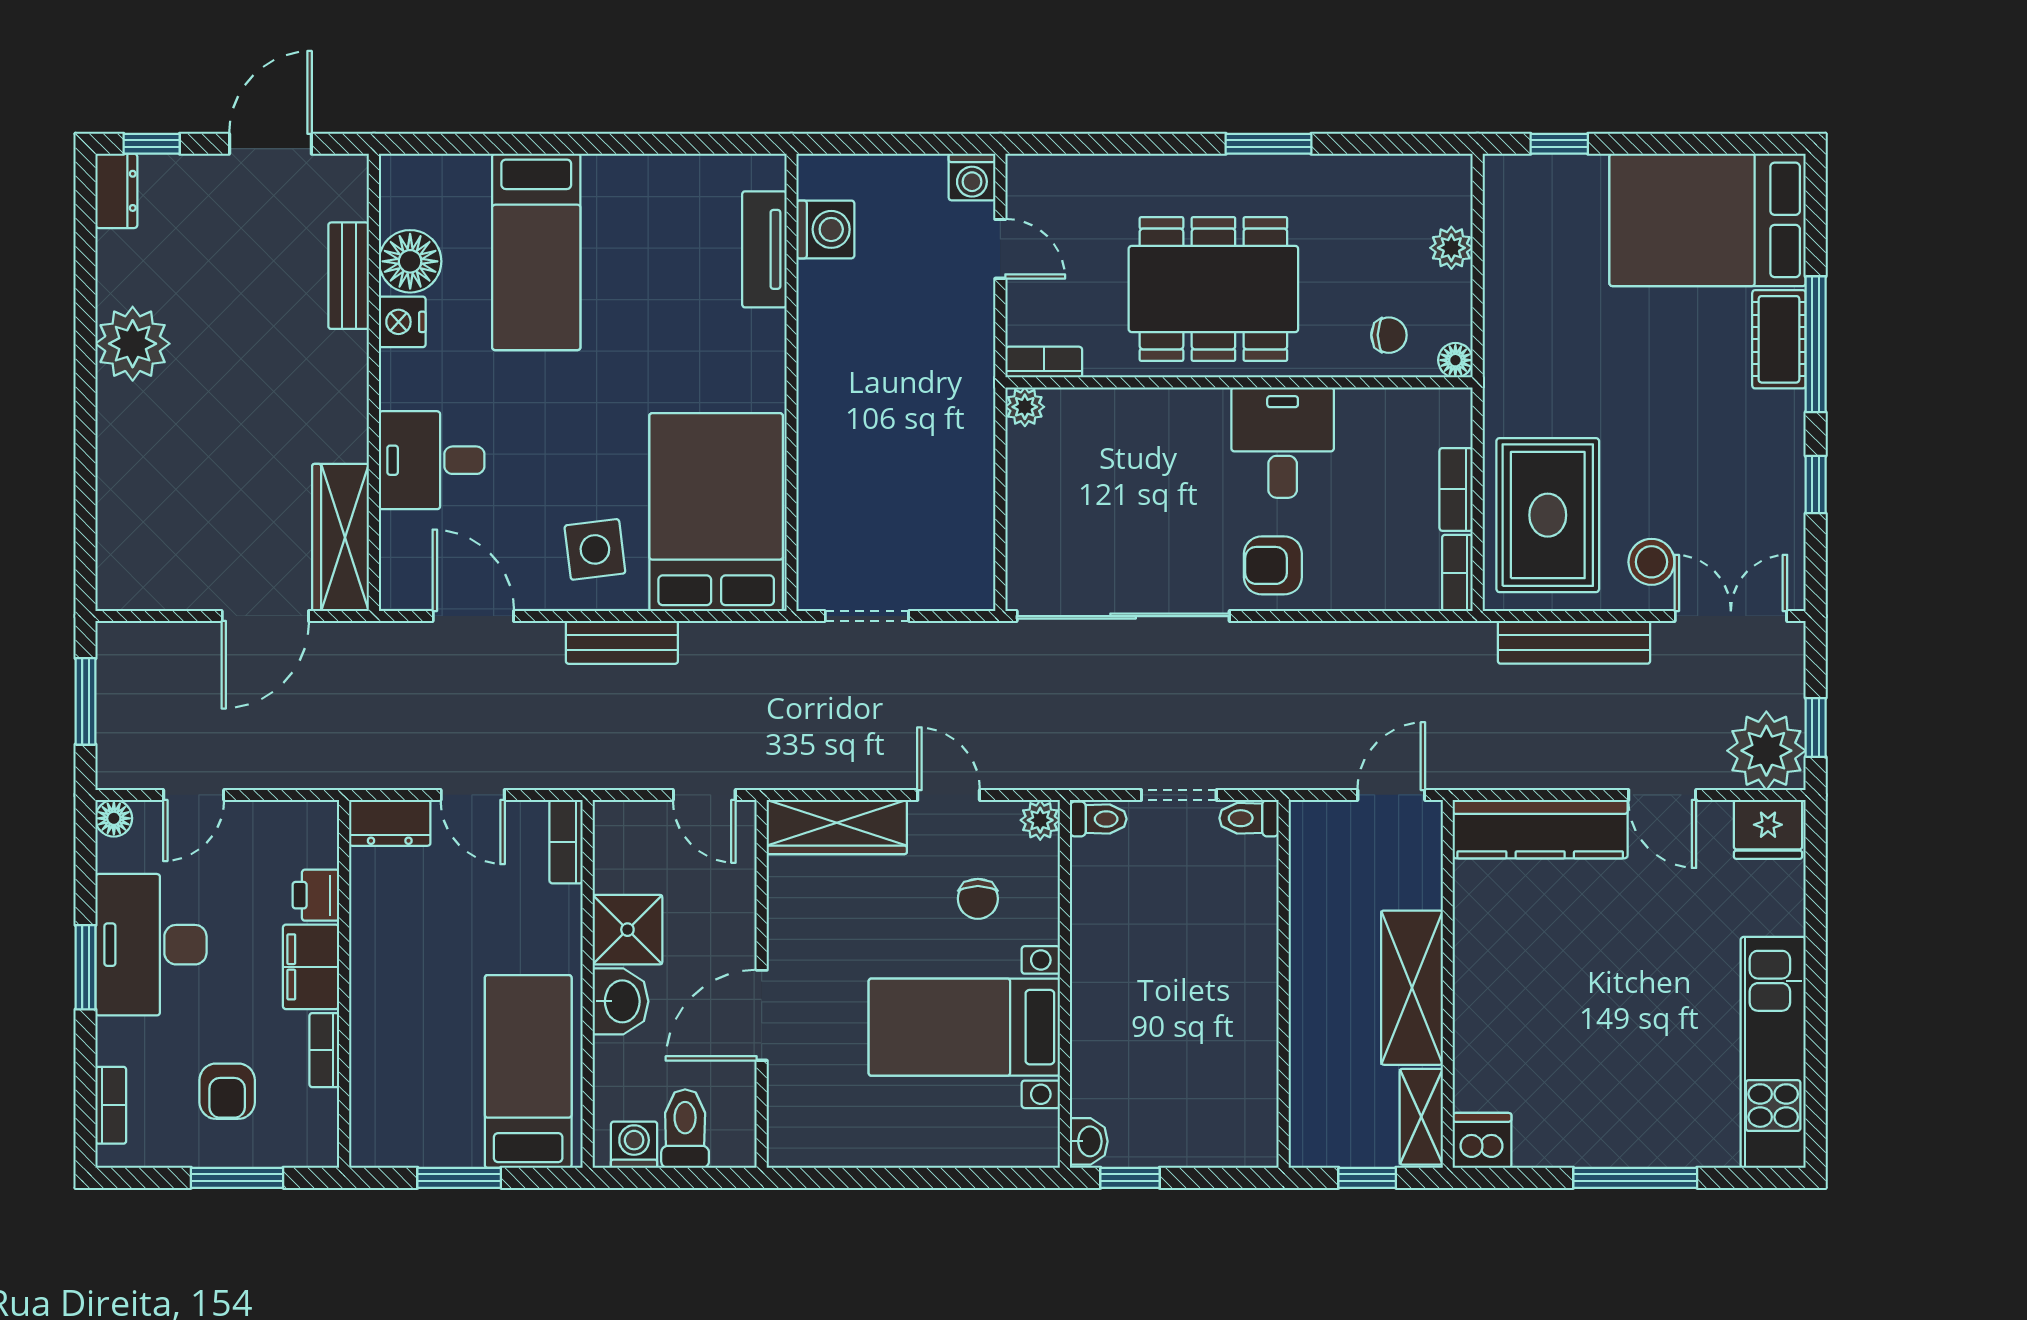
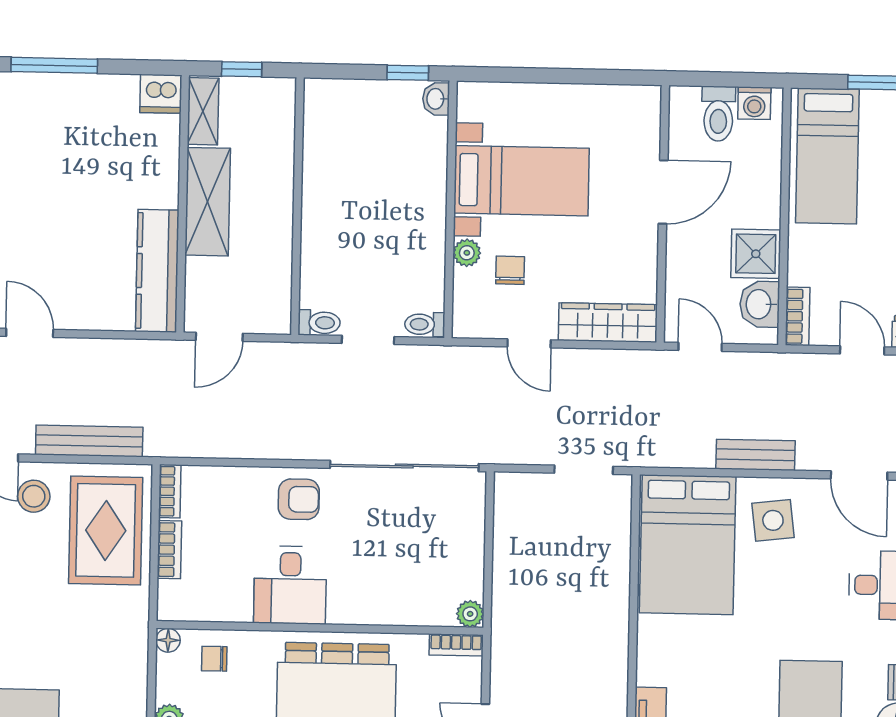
plant: (1040, 820) -> (467, 253), moved
kitchen counter: (1540, 829) -> (157, 271), moved, turned -90
washbasin: (621, 1001) -> (760, 304), moved

